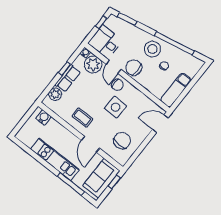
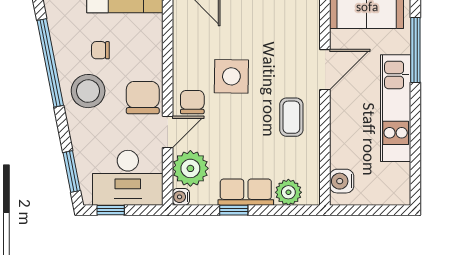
desk: (105, 42) -> (128, 178), width x1.37
chair: (134, 68) -> (143, 98), turned 180
chair: (122, 141) -> (278, 22), removed

